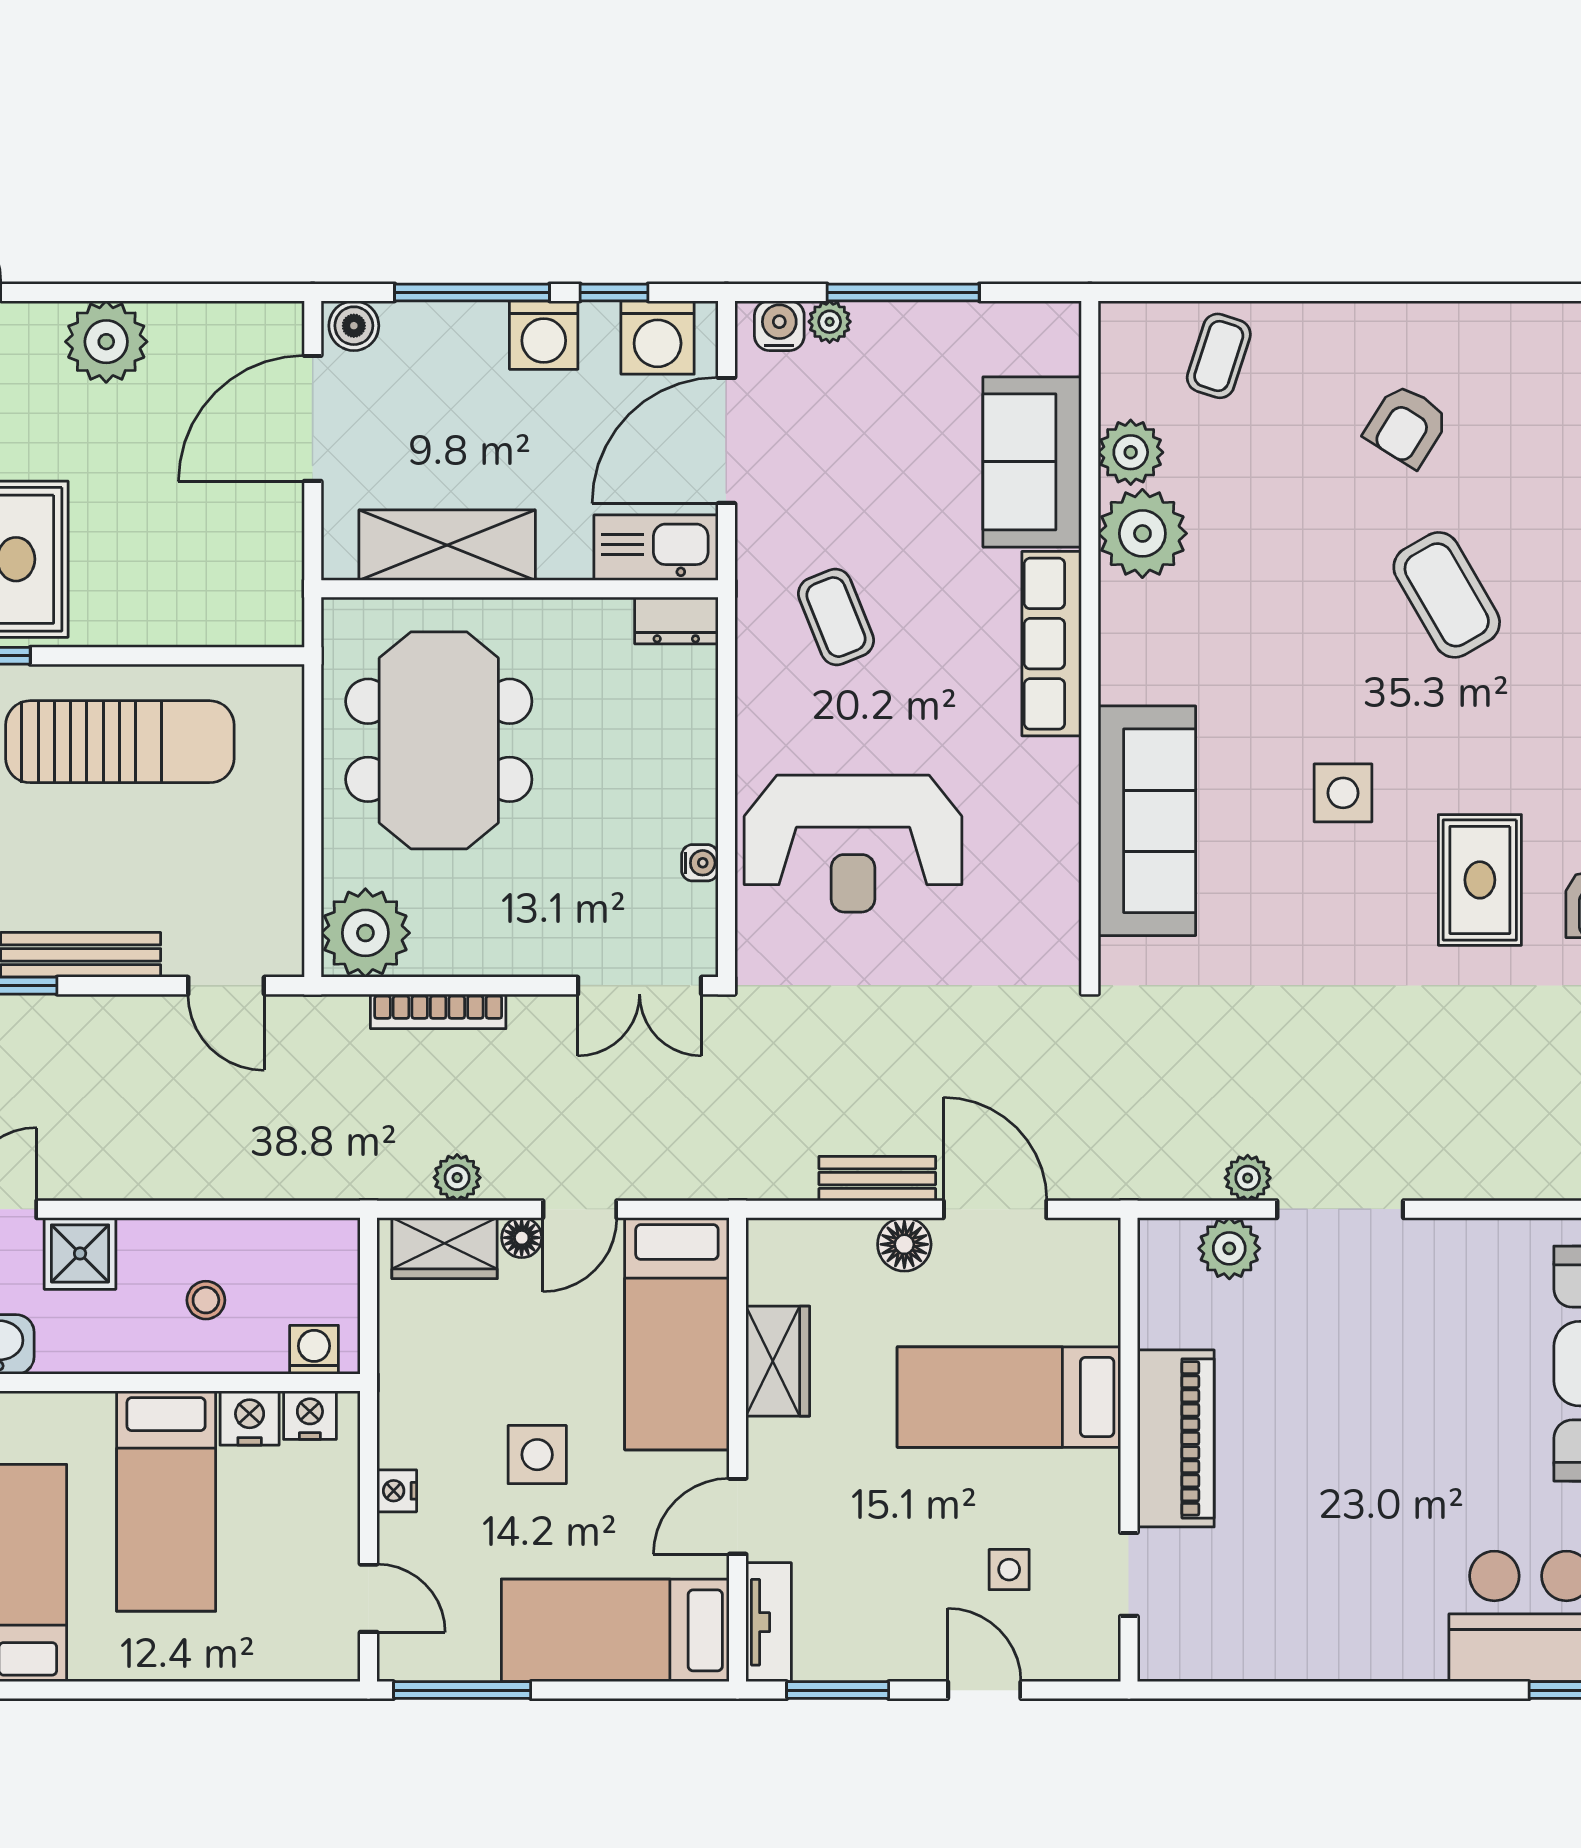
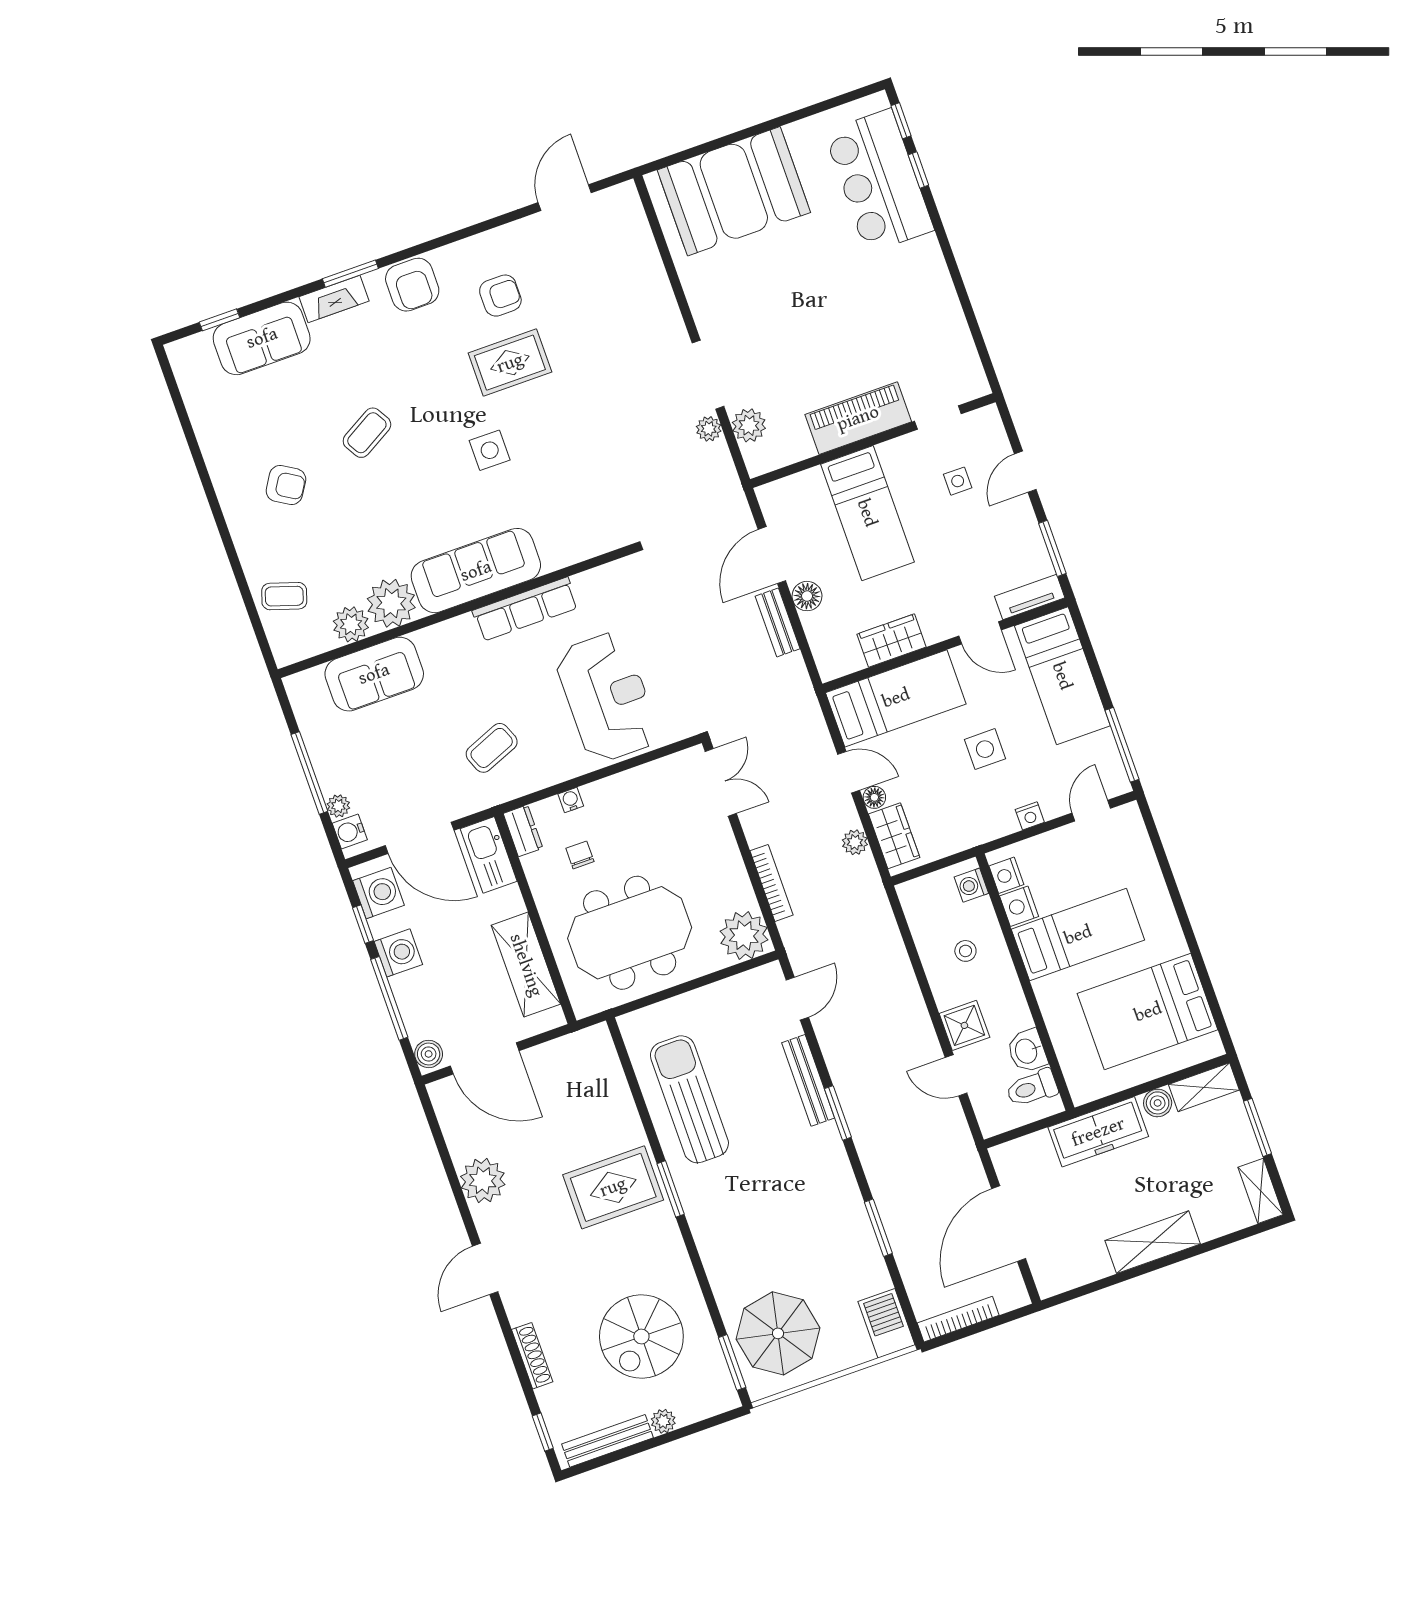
coffee table: (1447, 595) -> (367, 433), width x0.73, depth x0.77
row of seats: (1052, 644) -> (525, 609), moved
chair: (601, 703) -> (580, 855), added
sofa: (1147, 821) -> (476, 571), moved
water cooler: (700, 863) -> (571, 800), moved

